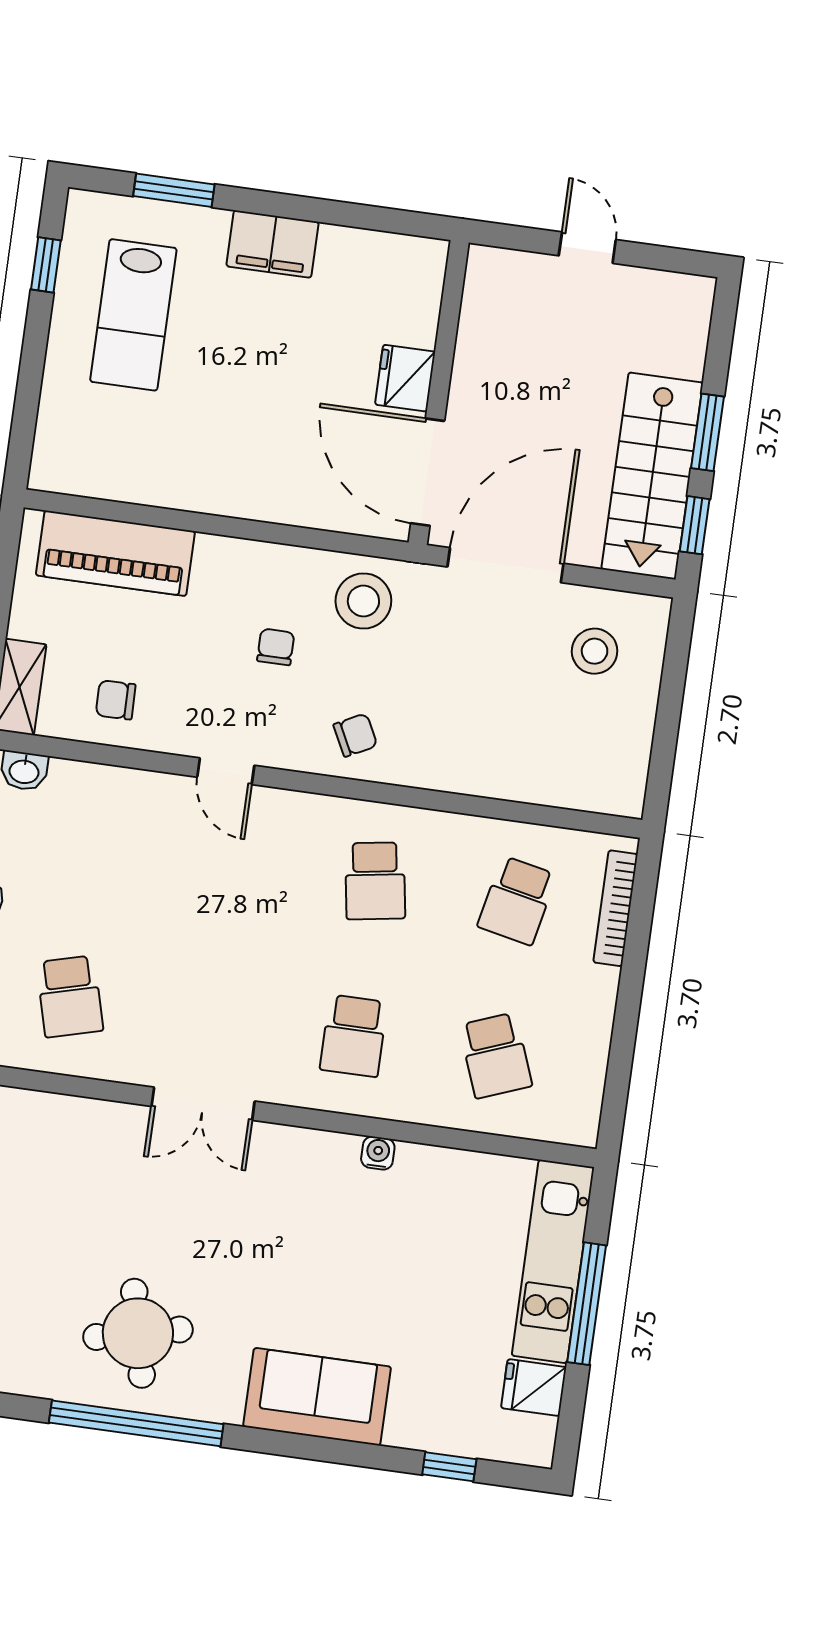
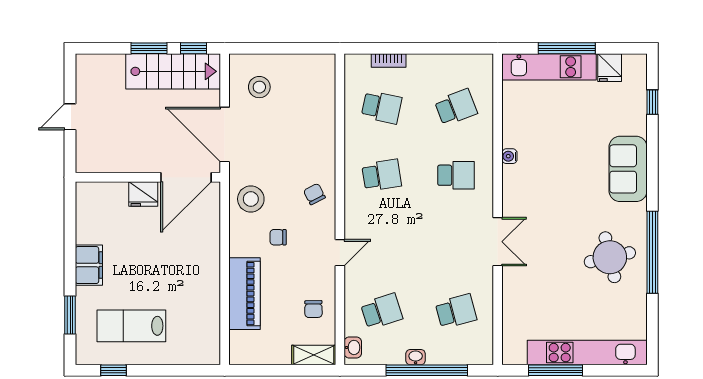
lab bench: (133, 315) -> (131, 326), turned 180
piano: (115, 553) -> (245, 294), moved
school desk: (91, 841) -> (382, 311), added
bookcase: (615, 908) -> (389, 60), width x0.64

